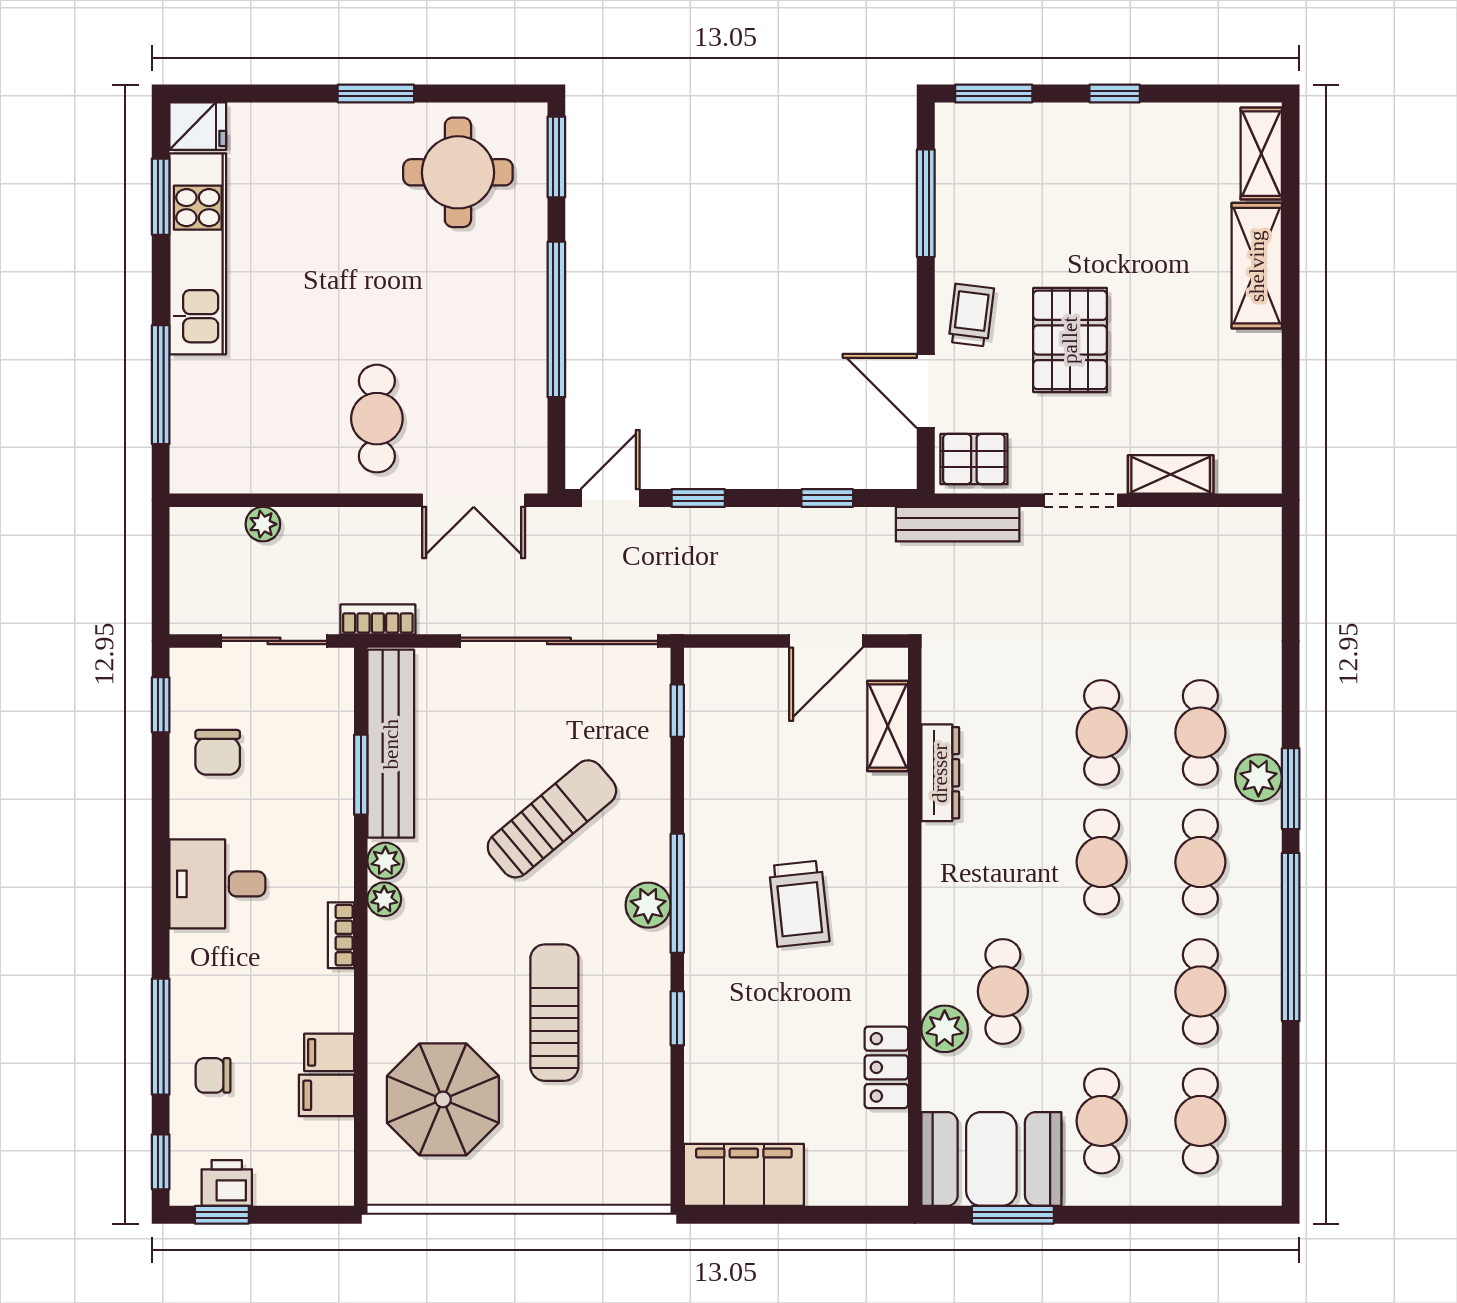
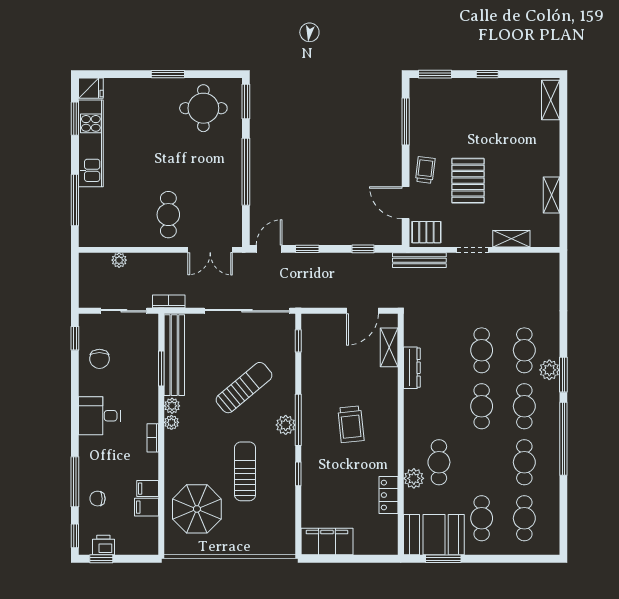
shelving: (1257, 266) -> (551, 195), moved, width x0.67, depth x0.75

